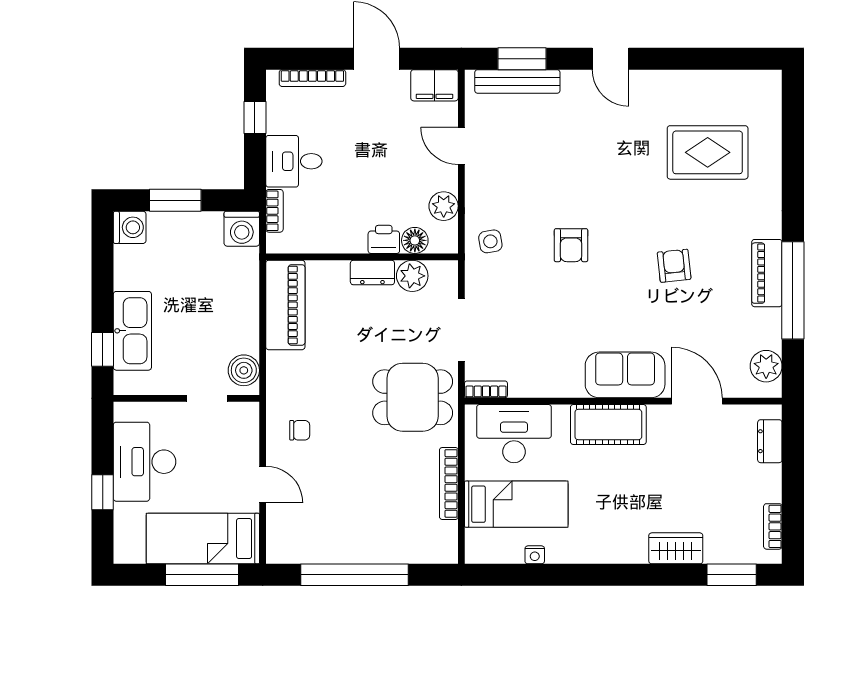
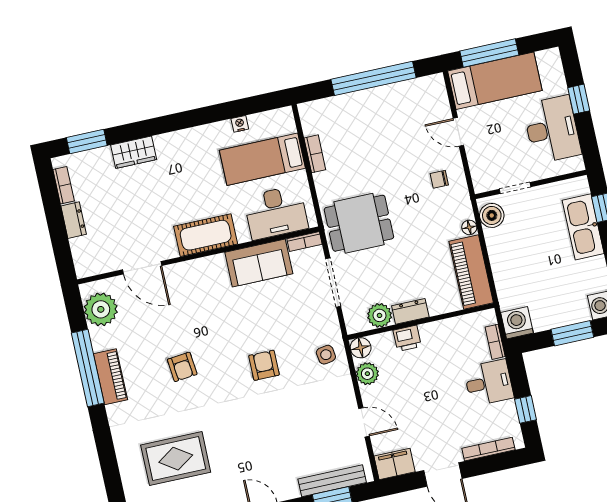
floor lamp: (415, 240) -> (361, 348), moved
floor lamp: (275, 361) -> (469, 227), added
plant: (766, 366) -> (101, 309), width x1.36, depth x1.36
sofa: (625, 375) -> (259, 263), moved
dresser: (770, 441) -> (74, 220), moved
bookcase: (449, 483) -> (315, 154), width x0.64

